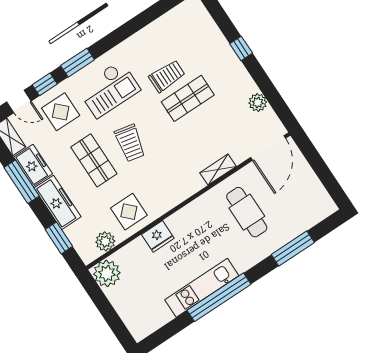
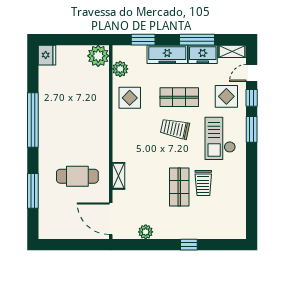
fridge: (158, 236) -> (47, 55), moved, turned 180
kitchen unit: (202, 288) -> (47, 113), removed

